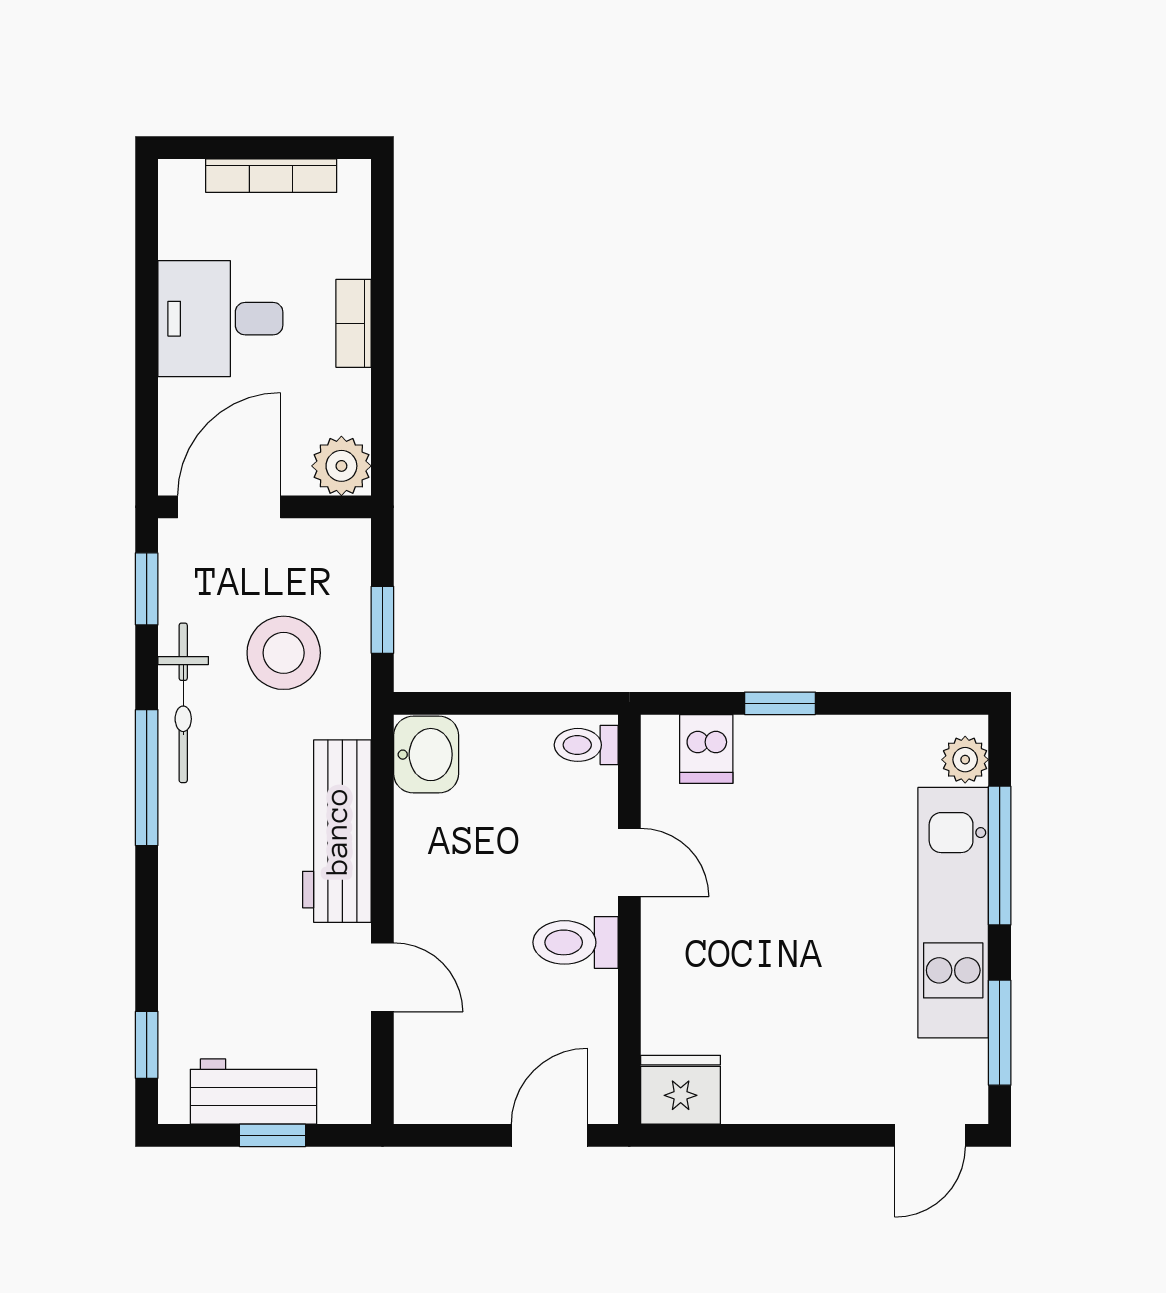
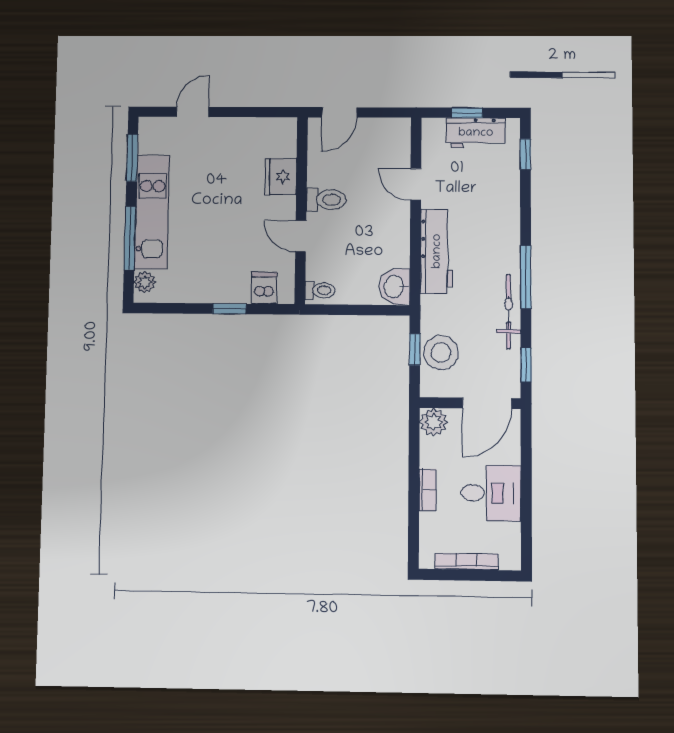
stool: (284, 653) -> (441, 353), moved
fridge: (681, 1090) -> (281, 177), moved, turned 90
door: (930, 1135) -> (193, 112), moved

